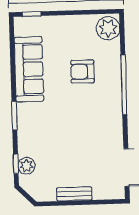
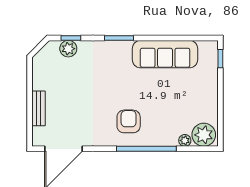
plant: (114, 47) -> (185, 140), added
armchair: (82, 72) -> (129, 121), moved
bench: (74, 194) -> (39, 108), moved

